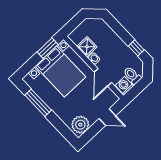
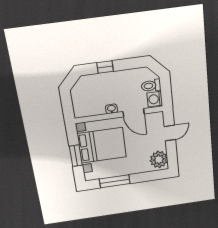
shower: (87, 47) -> (97, 108), removed
window: (48, 48) -> (76, 156), moved
window: (136, 48) -> (105, 67), moved

